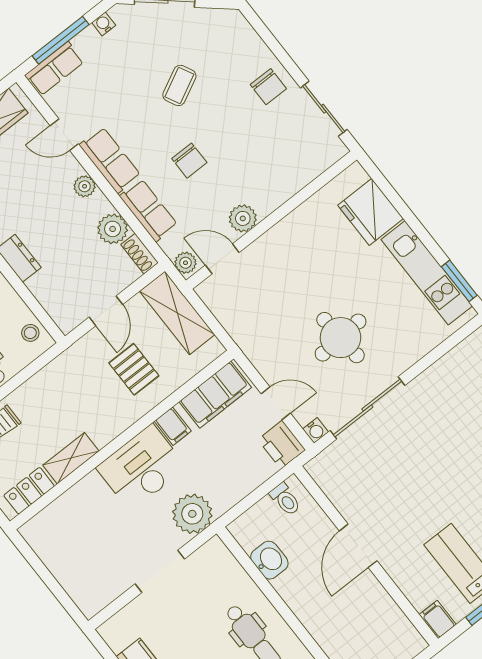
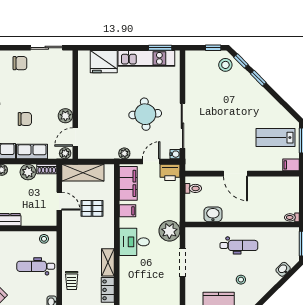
plant: (256, 353) -> (124, 153), added
desk: (141, 468) -> (134, 242), width x0.73

